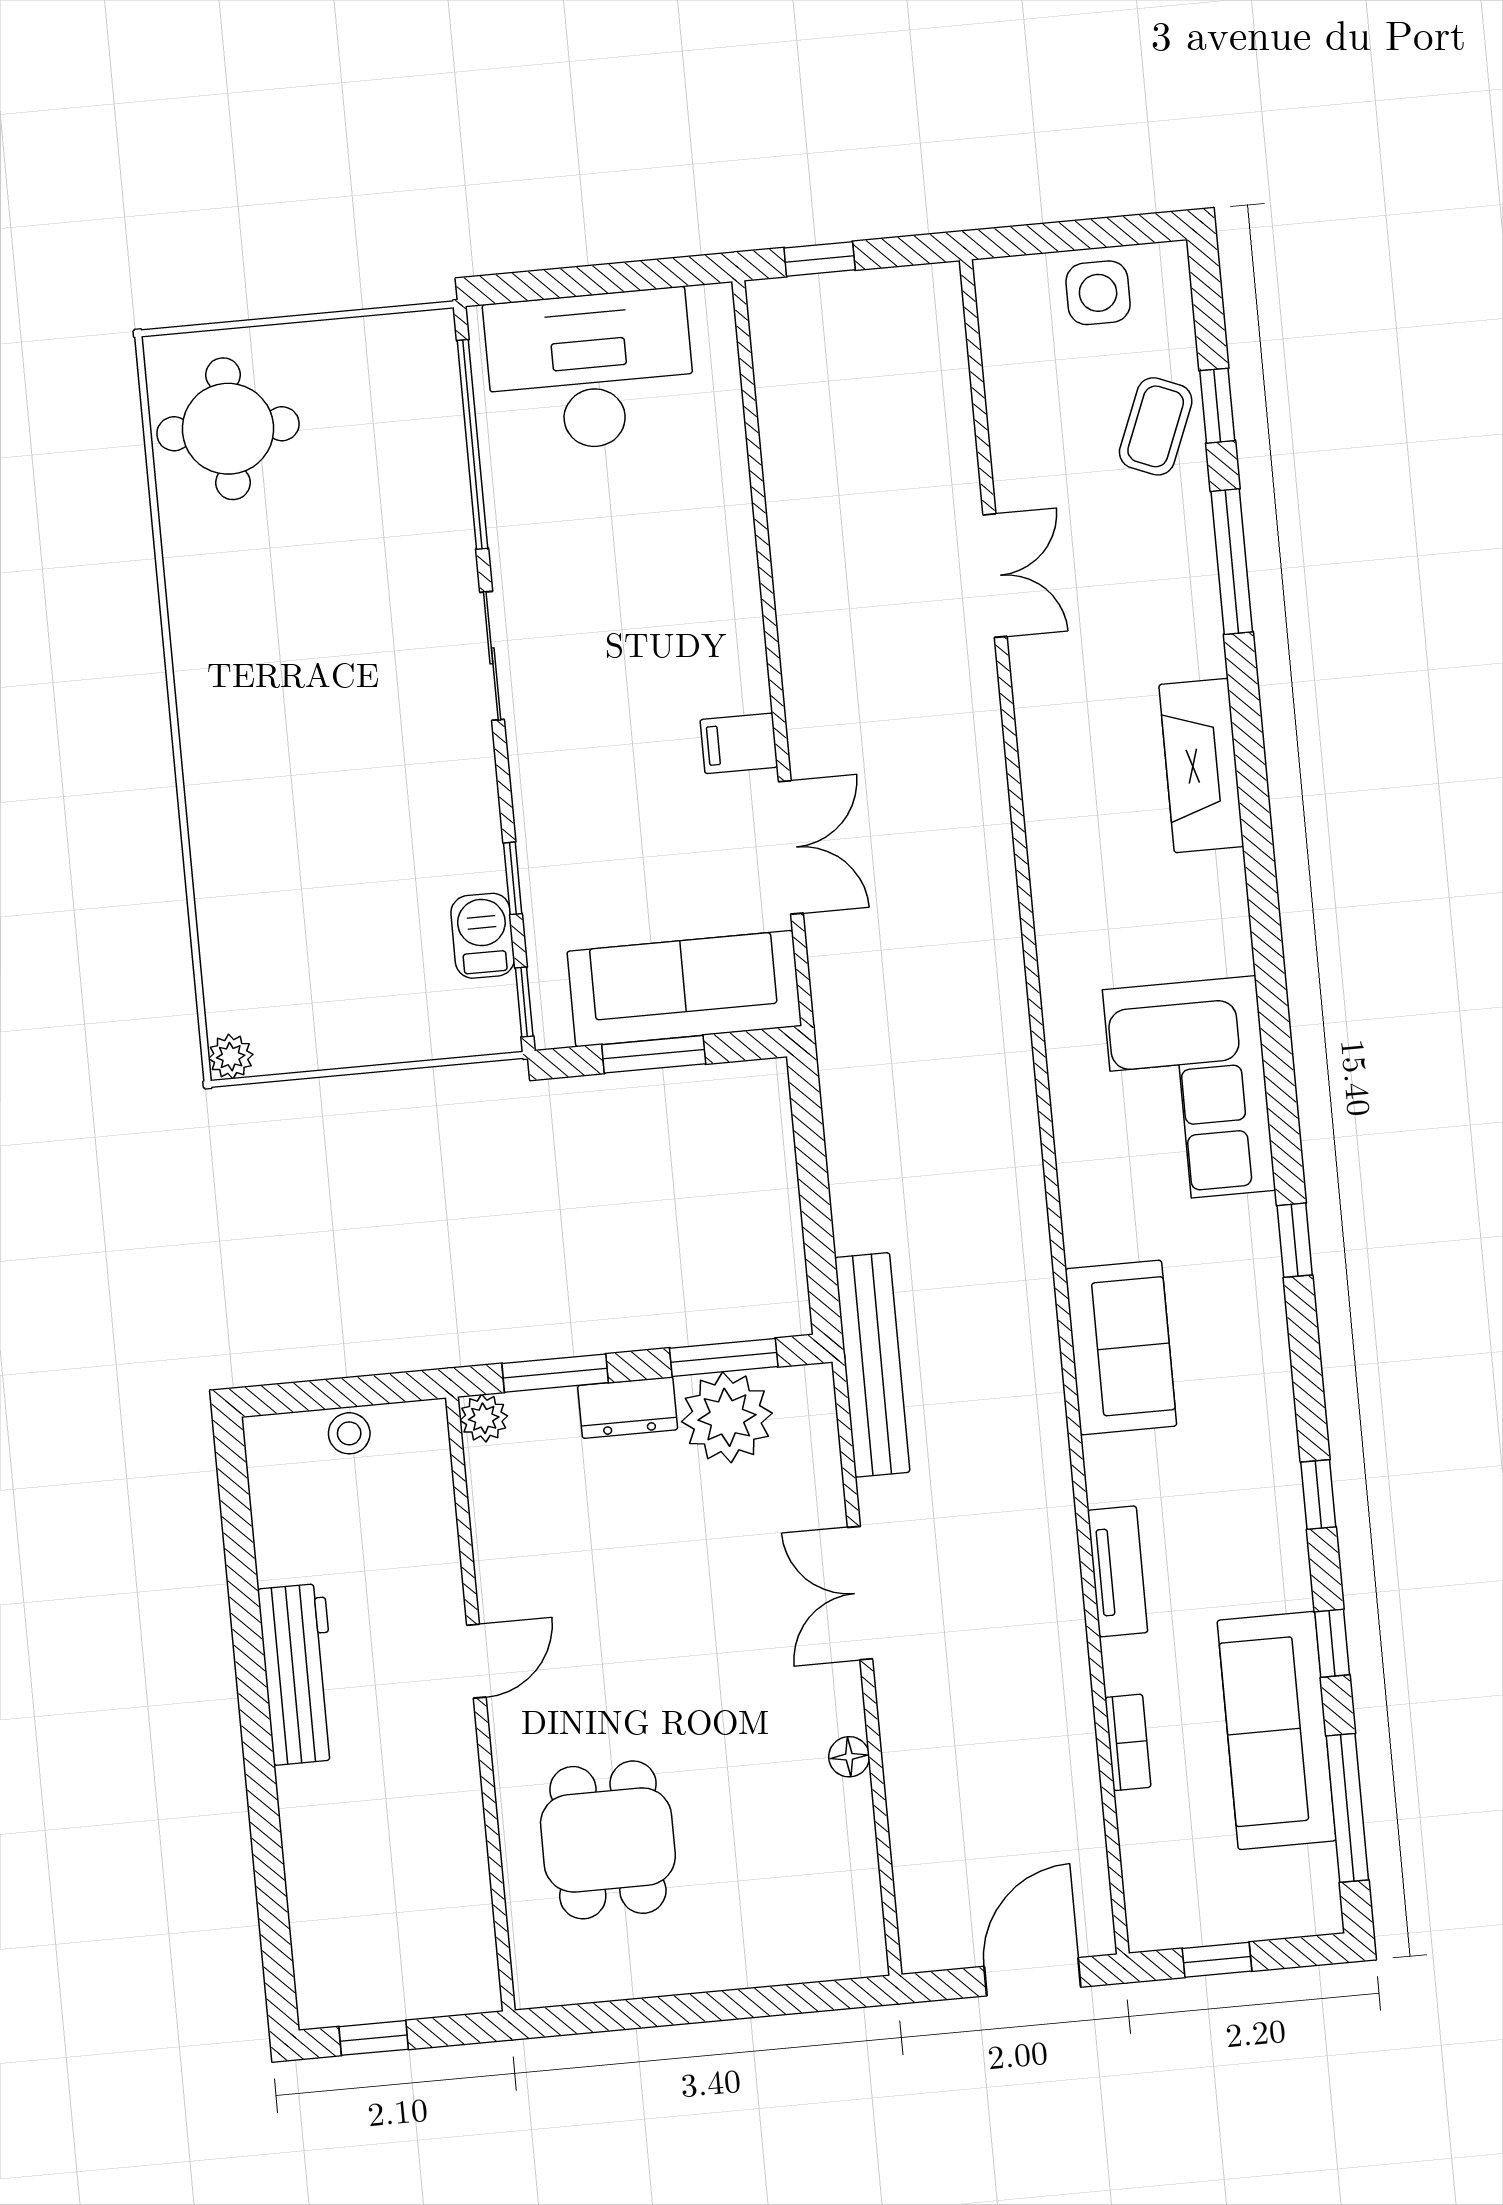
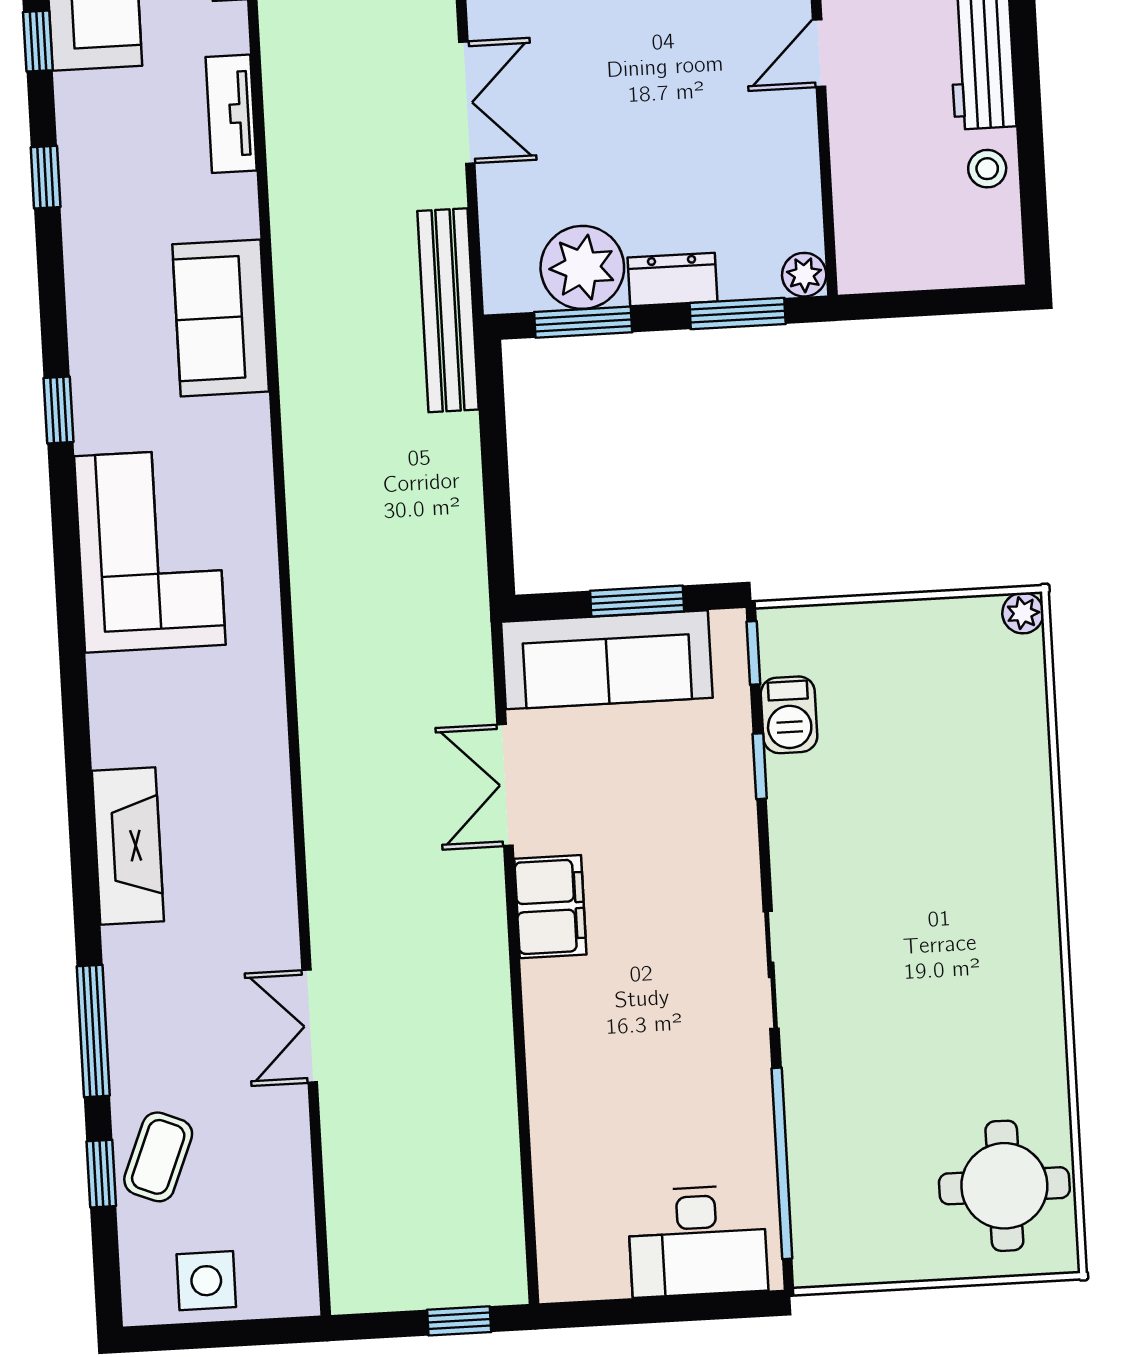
desk: (590, 371) -> (698, 1241), width x0.73, depth x0.77
filing cabinet: (739, 743) -> (550, 907), width x2.00
stool: (349, 1433) -> (987, 169), moved

